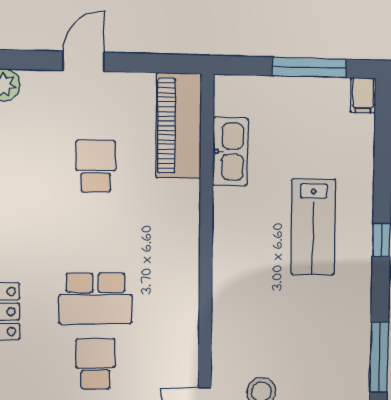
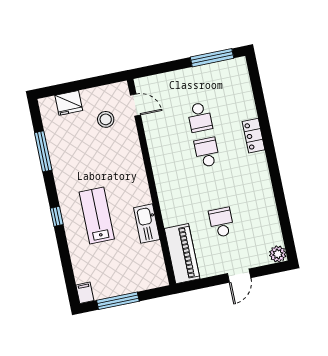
kitchen sink: (230, 152) -> (147, 224), moved
school desk: (96, 166) -> (221, 222), turned 180
school desk: (96, 299) -> (207, 152), width x0.54

